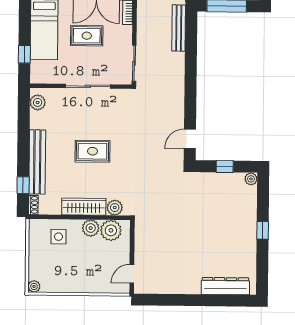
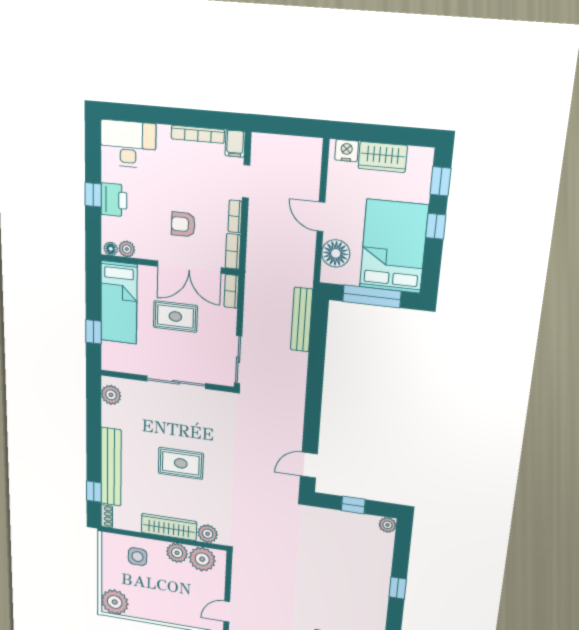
plant: (34, 286) -> (115, 602), width x1.88, depth x1.88

